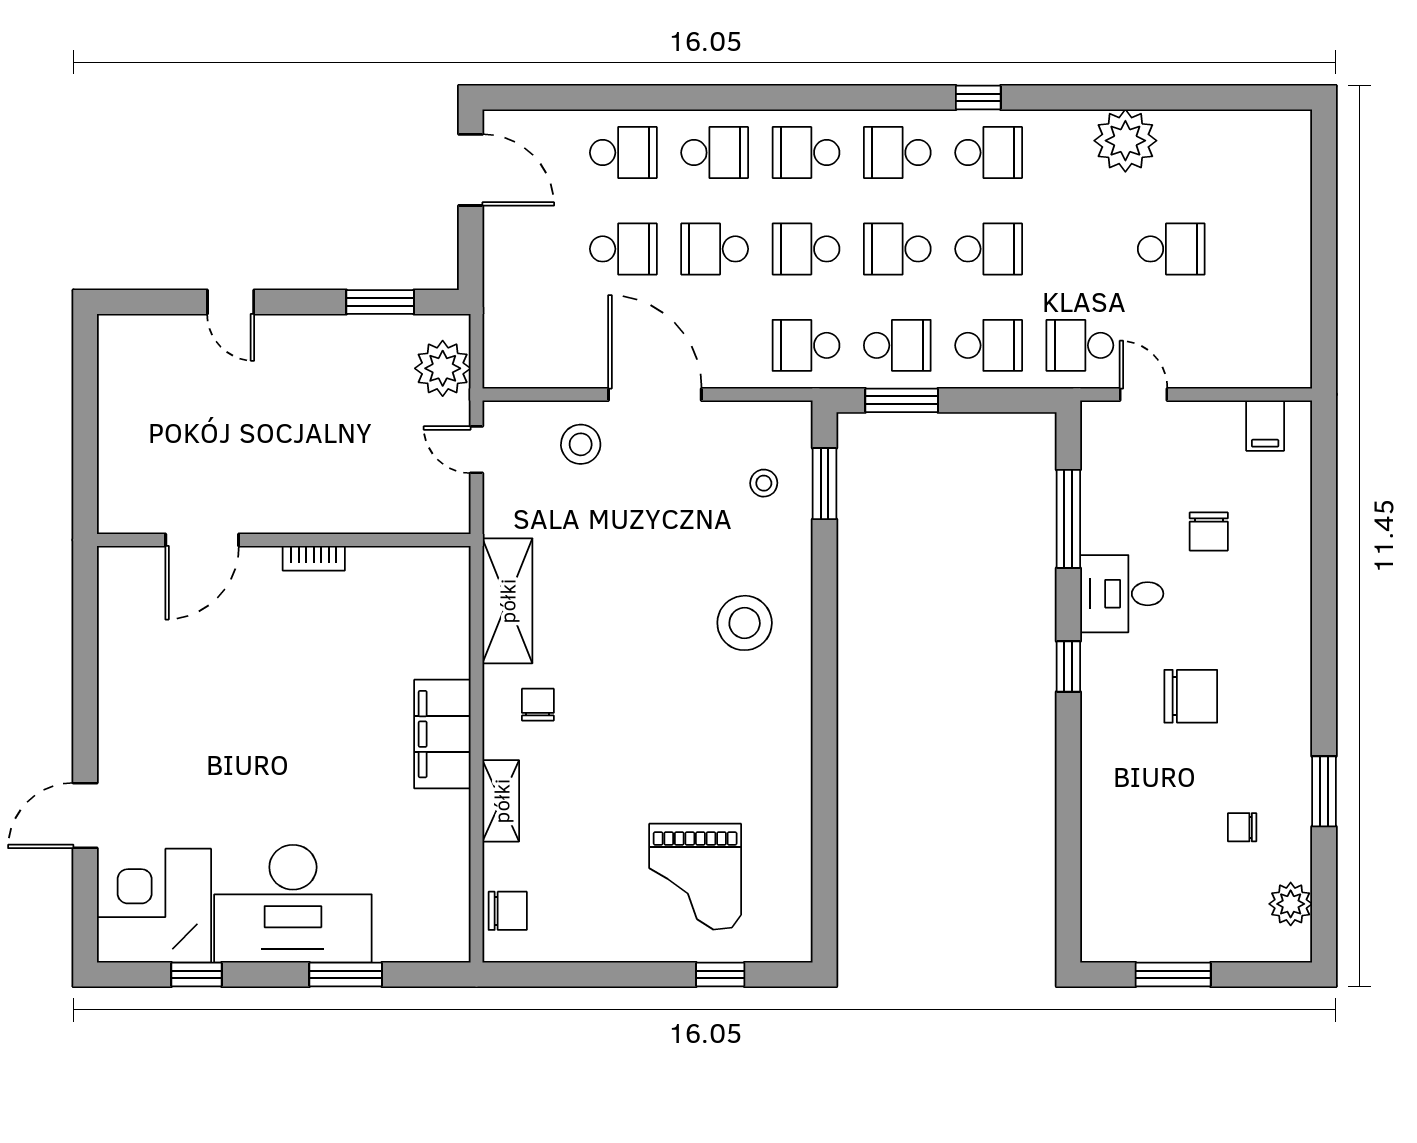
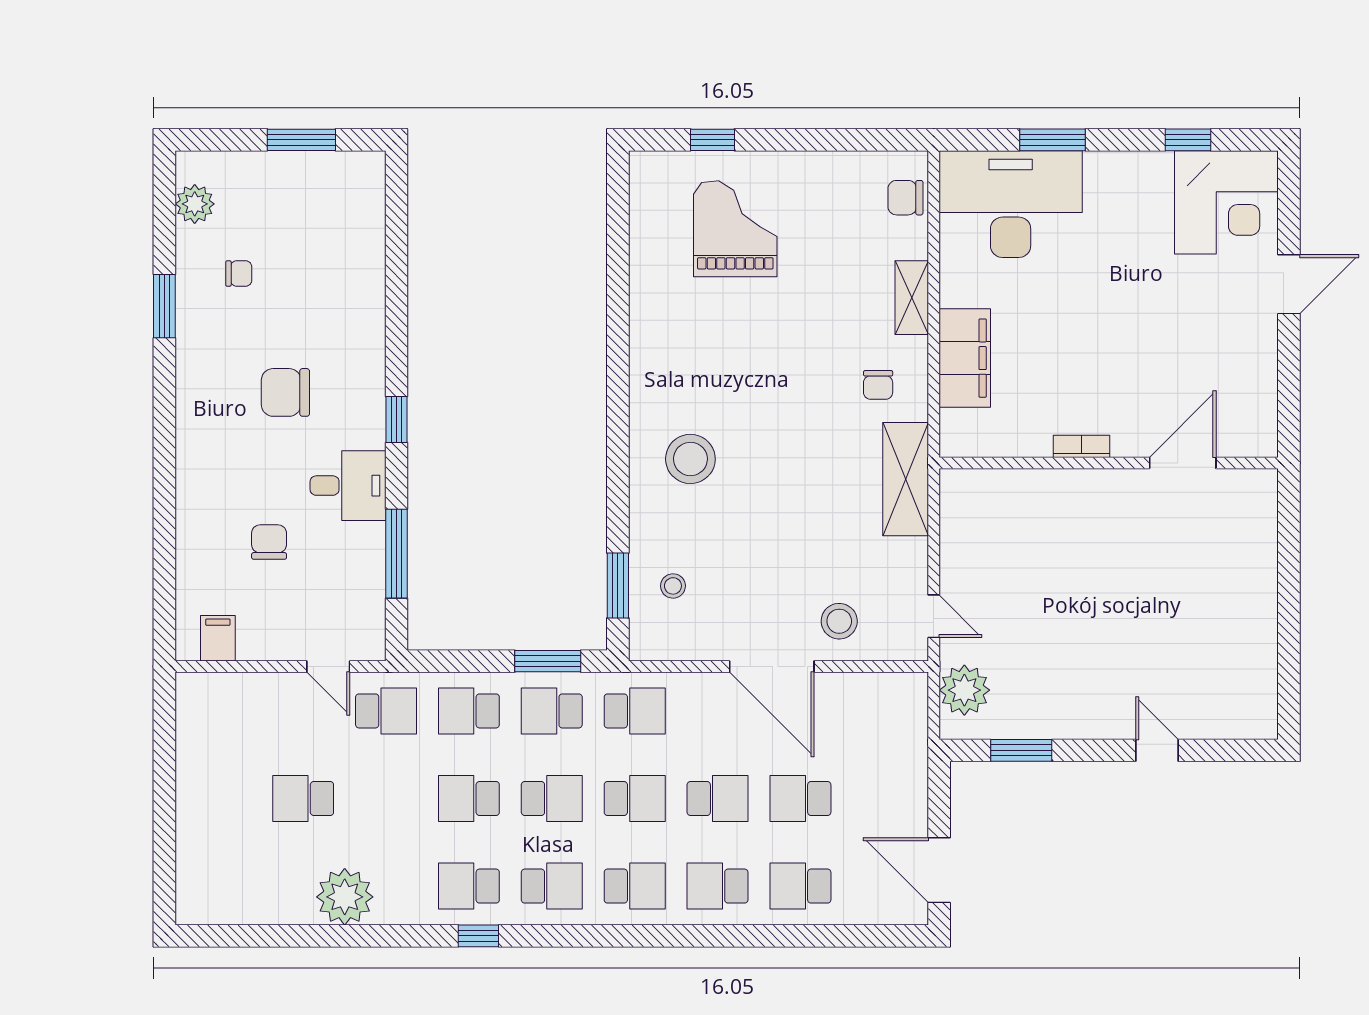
door: (202, 540) -> (1183, 463), moved
wall: (284, 540) -> (1109, 463), moved
bookcase: (314, 558) -> (1081, 446), moved
desk: (293, 904) -> (1011, 204), moved

